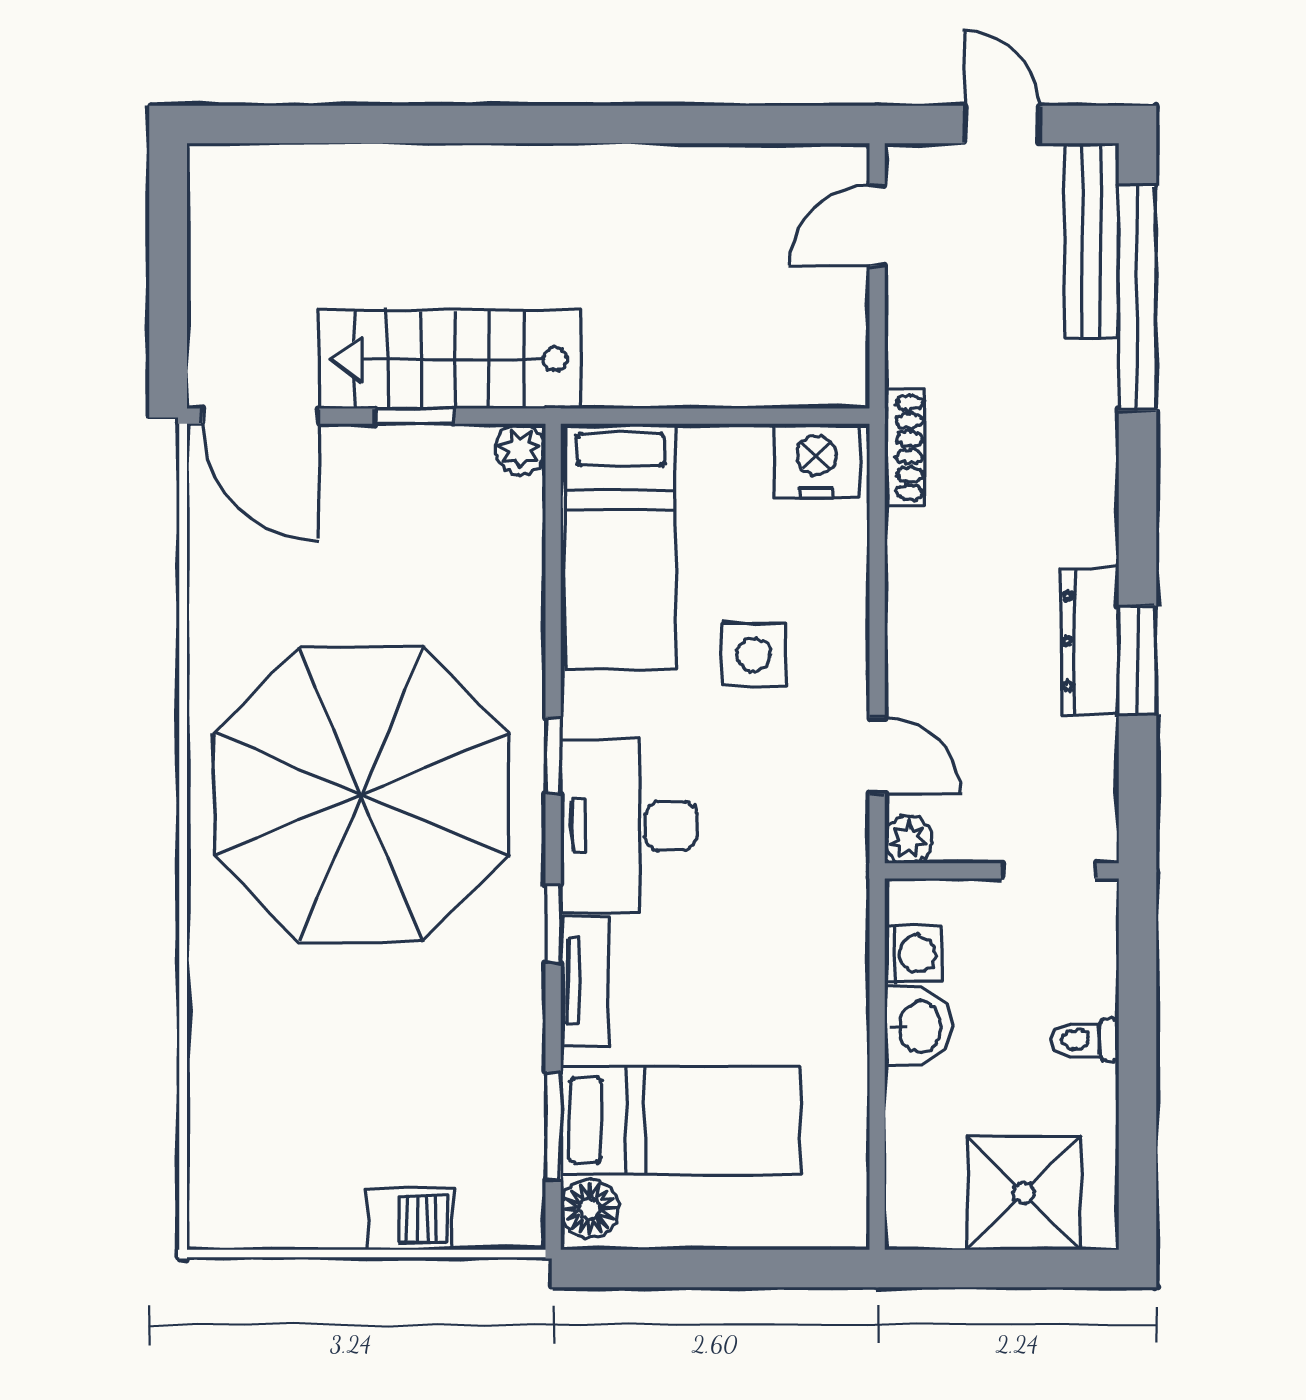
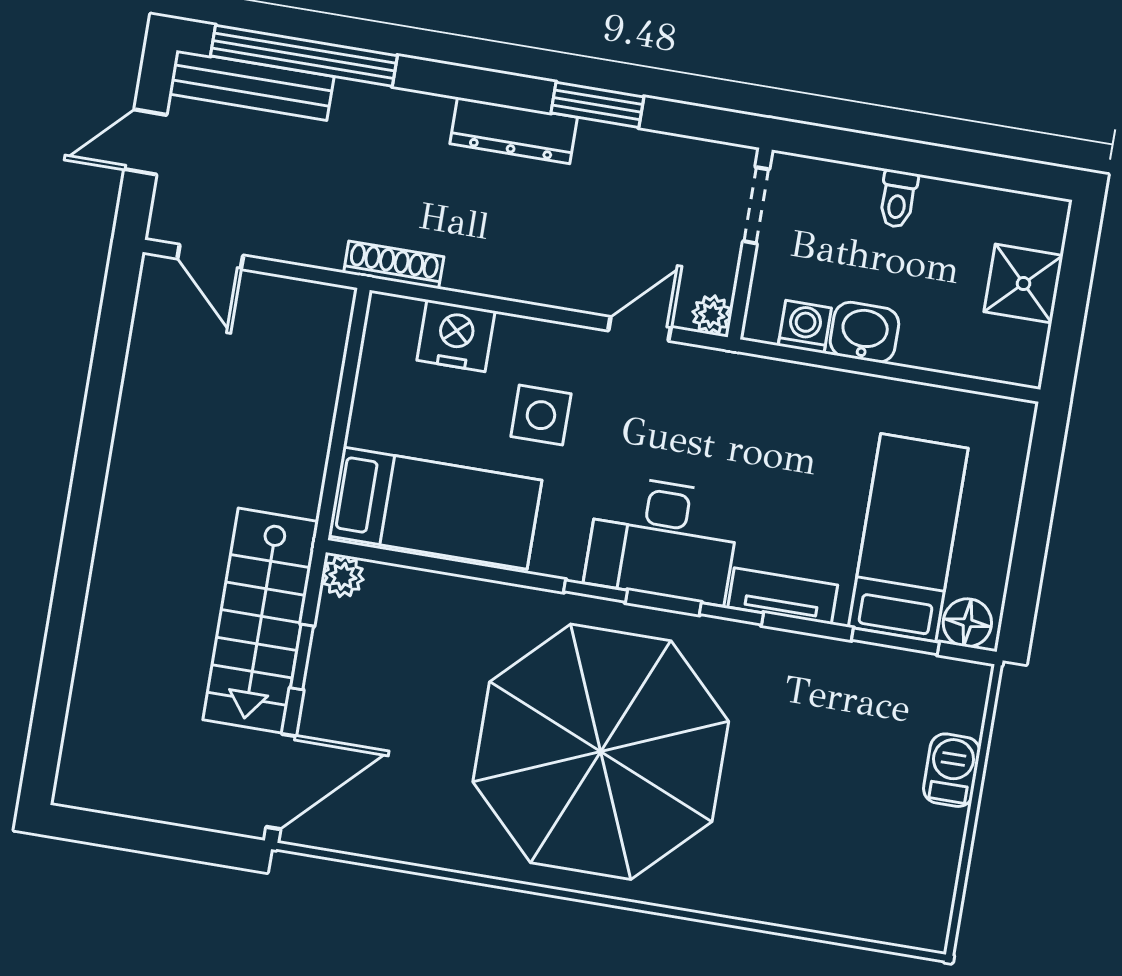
nightstand: (816, 461) -> (456, 336), moved, turned 90
dresser: (1090, 641) -> (514, 131), moved
shower: (1024, 1193) -> (1024, 284), width x0.73, depth x0.73

